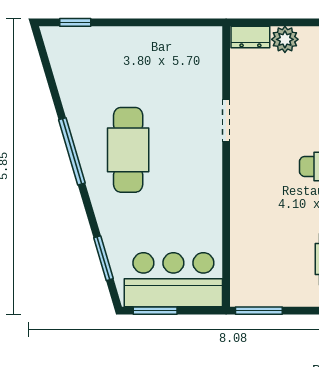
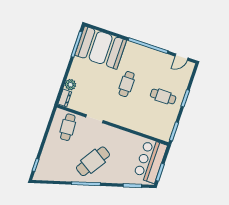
cafe table: (186, 66) -> (68, 127), added
cafe table: (128, 150) -> (93, 161), turned -57

